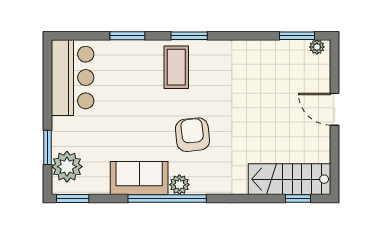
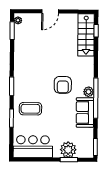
coffee table: (176, 67) -> (30, 109), moved
armchair: (192, 135) -> (63, 85), turned -84
plant: (67, 167) -> (68, 150), moved

